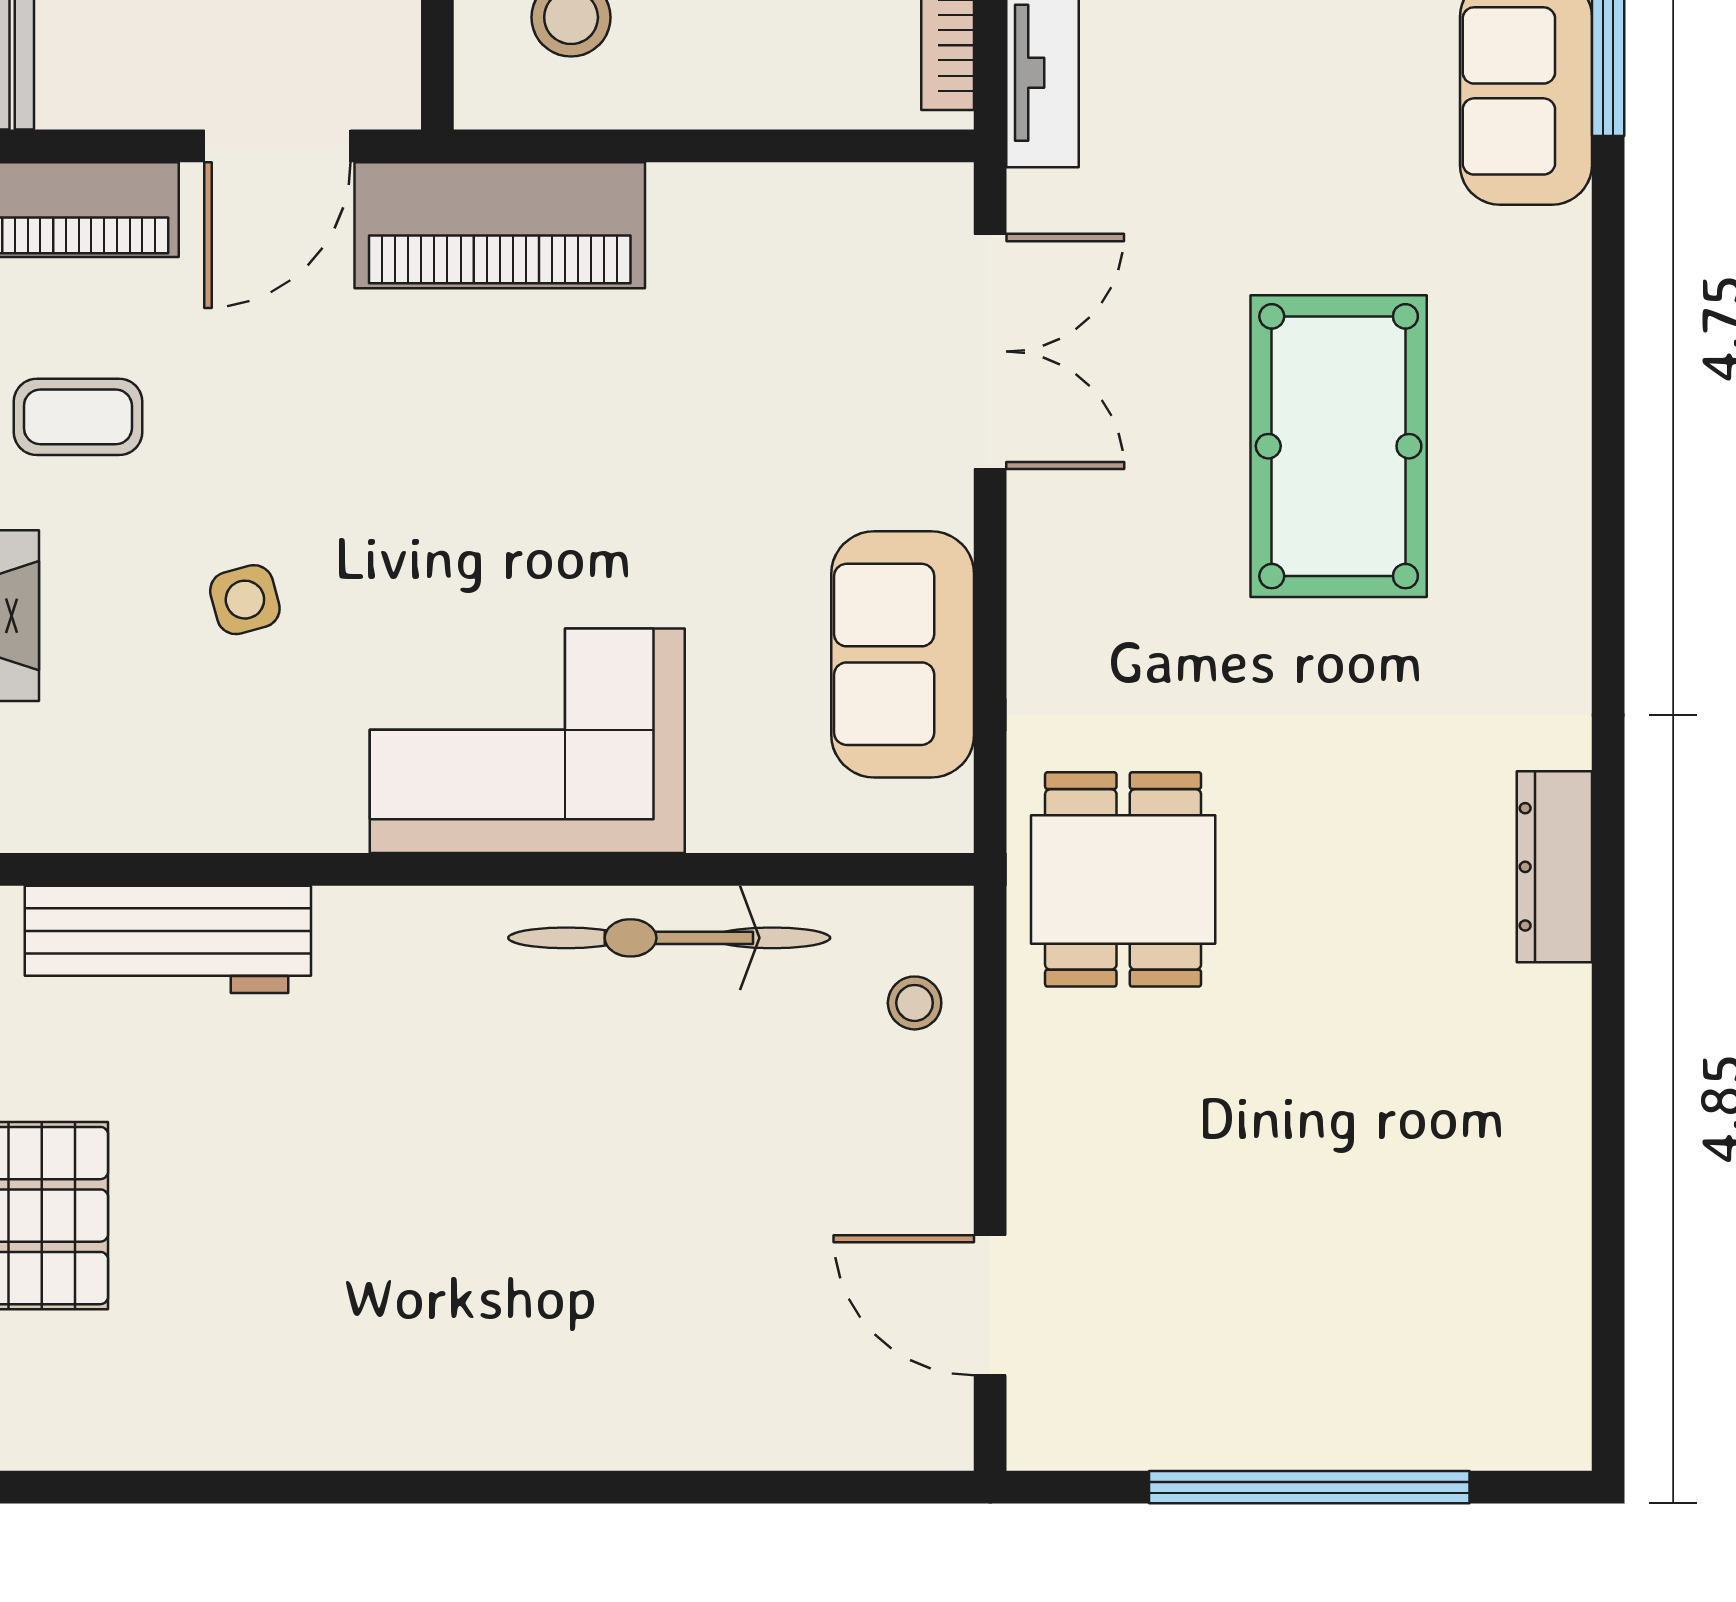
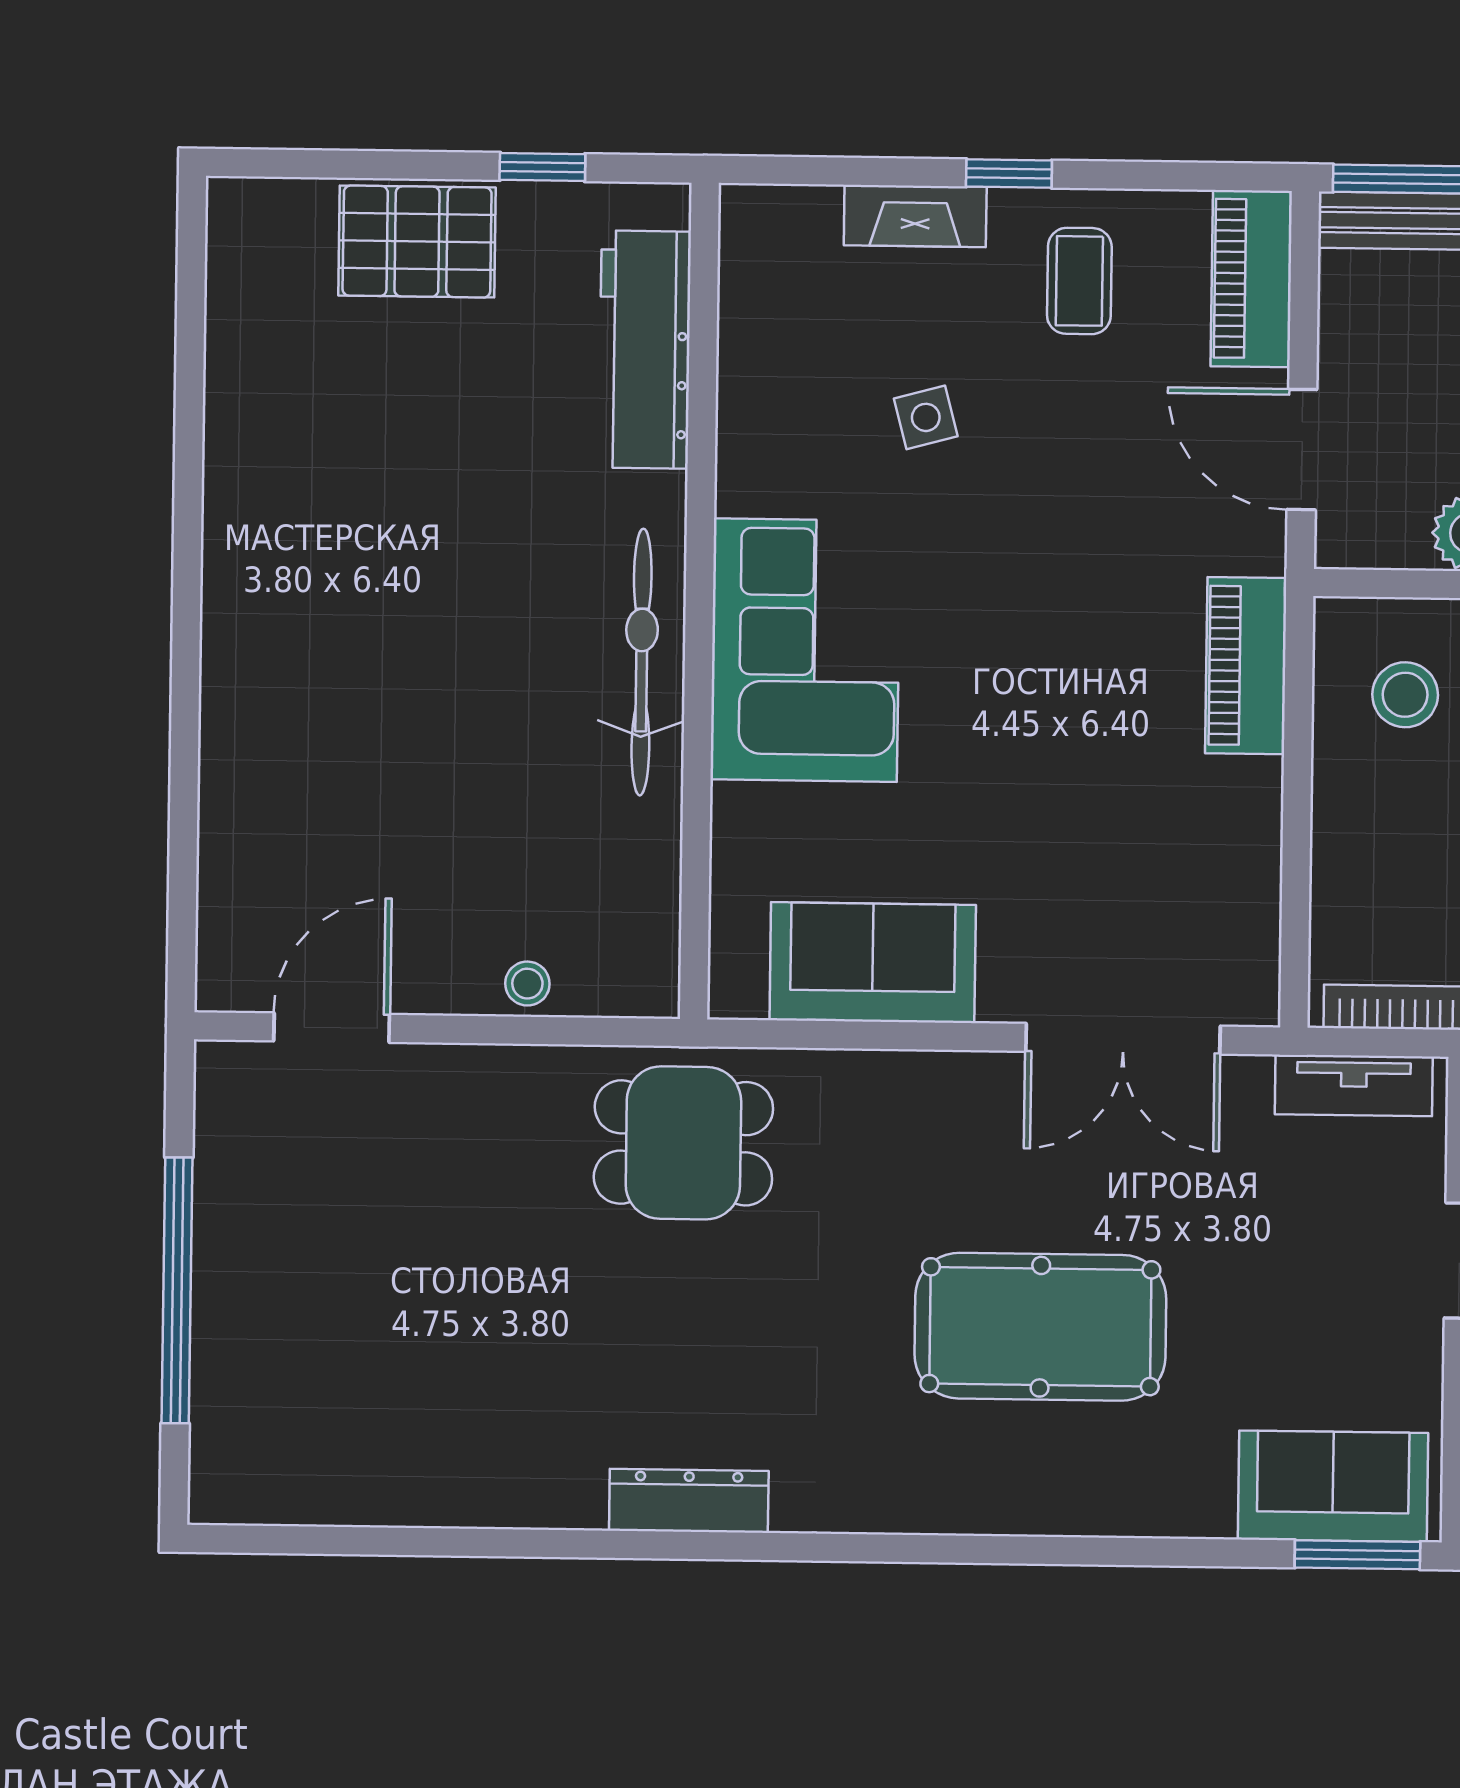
piano: (500, 225) -> (1246, 666), width x0.73, depth x0.75
bicycle: (669, 938) -> (642, 662), moved
stool: (915, 1003) -> (527, 984), moved

